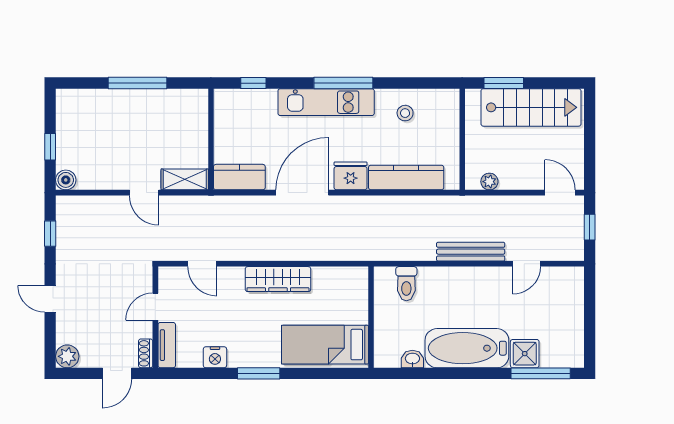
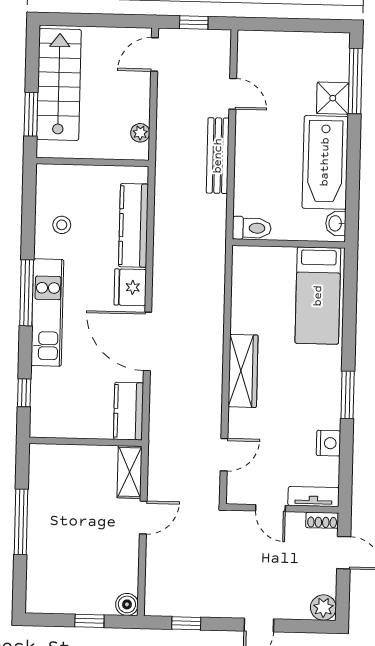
wall: (371, 317) -> (289, 244), moved
bed: (325, 345) -> (318, 296), moved

